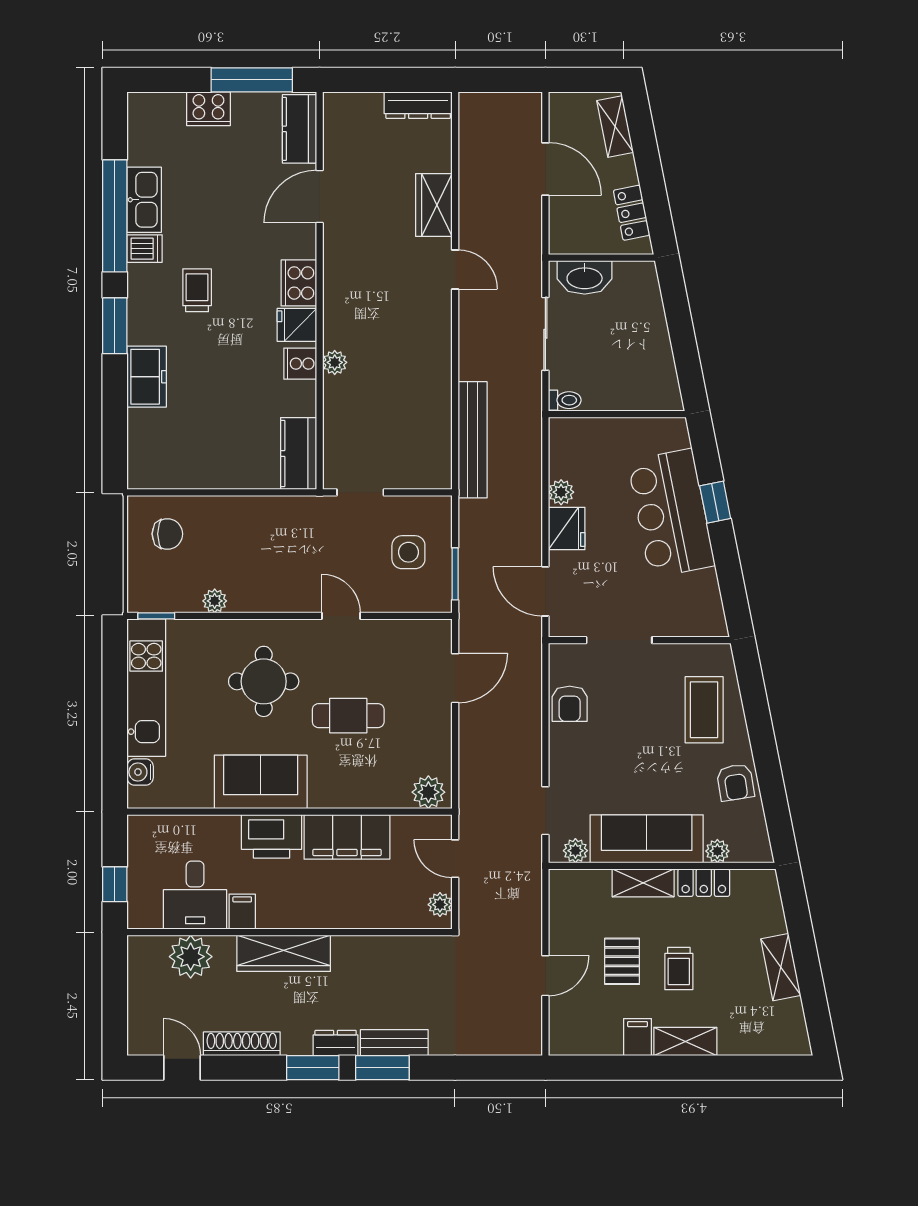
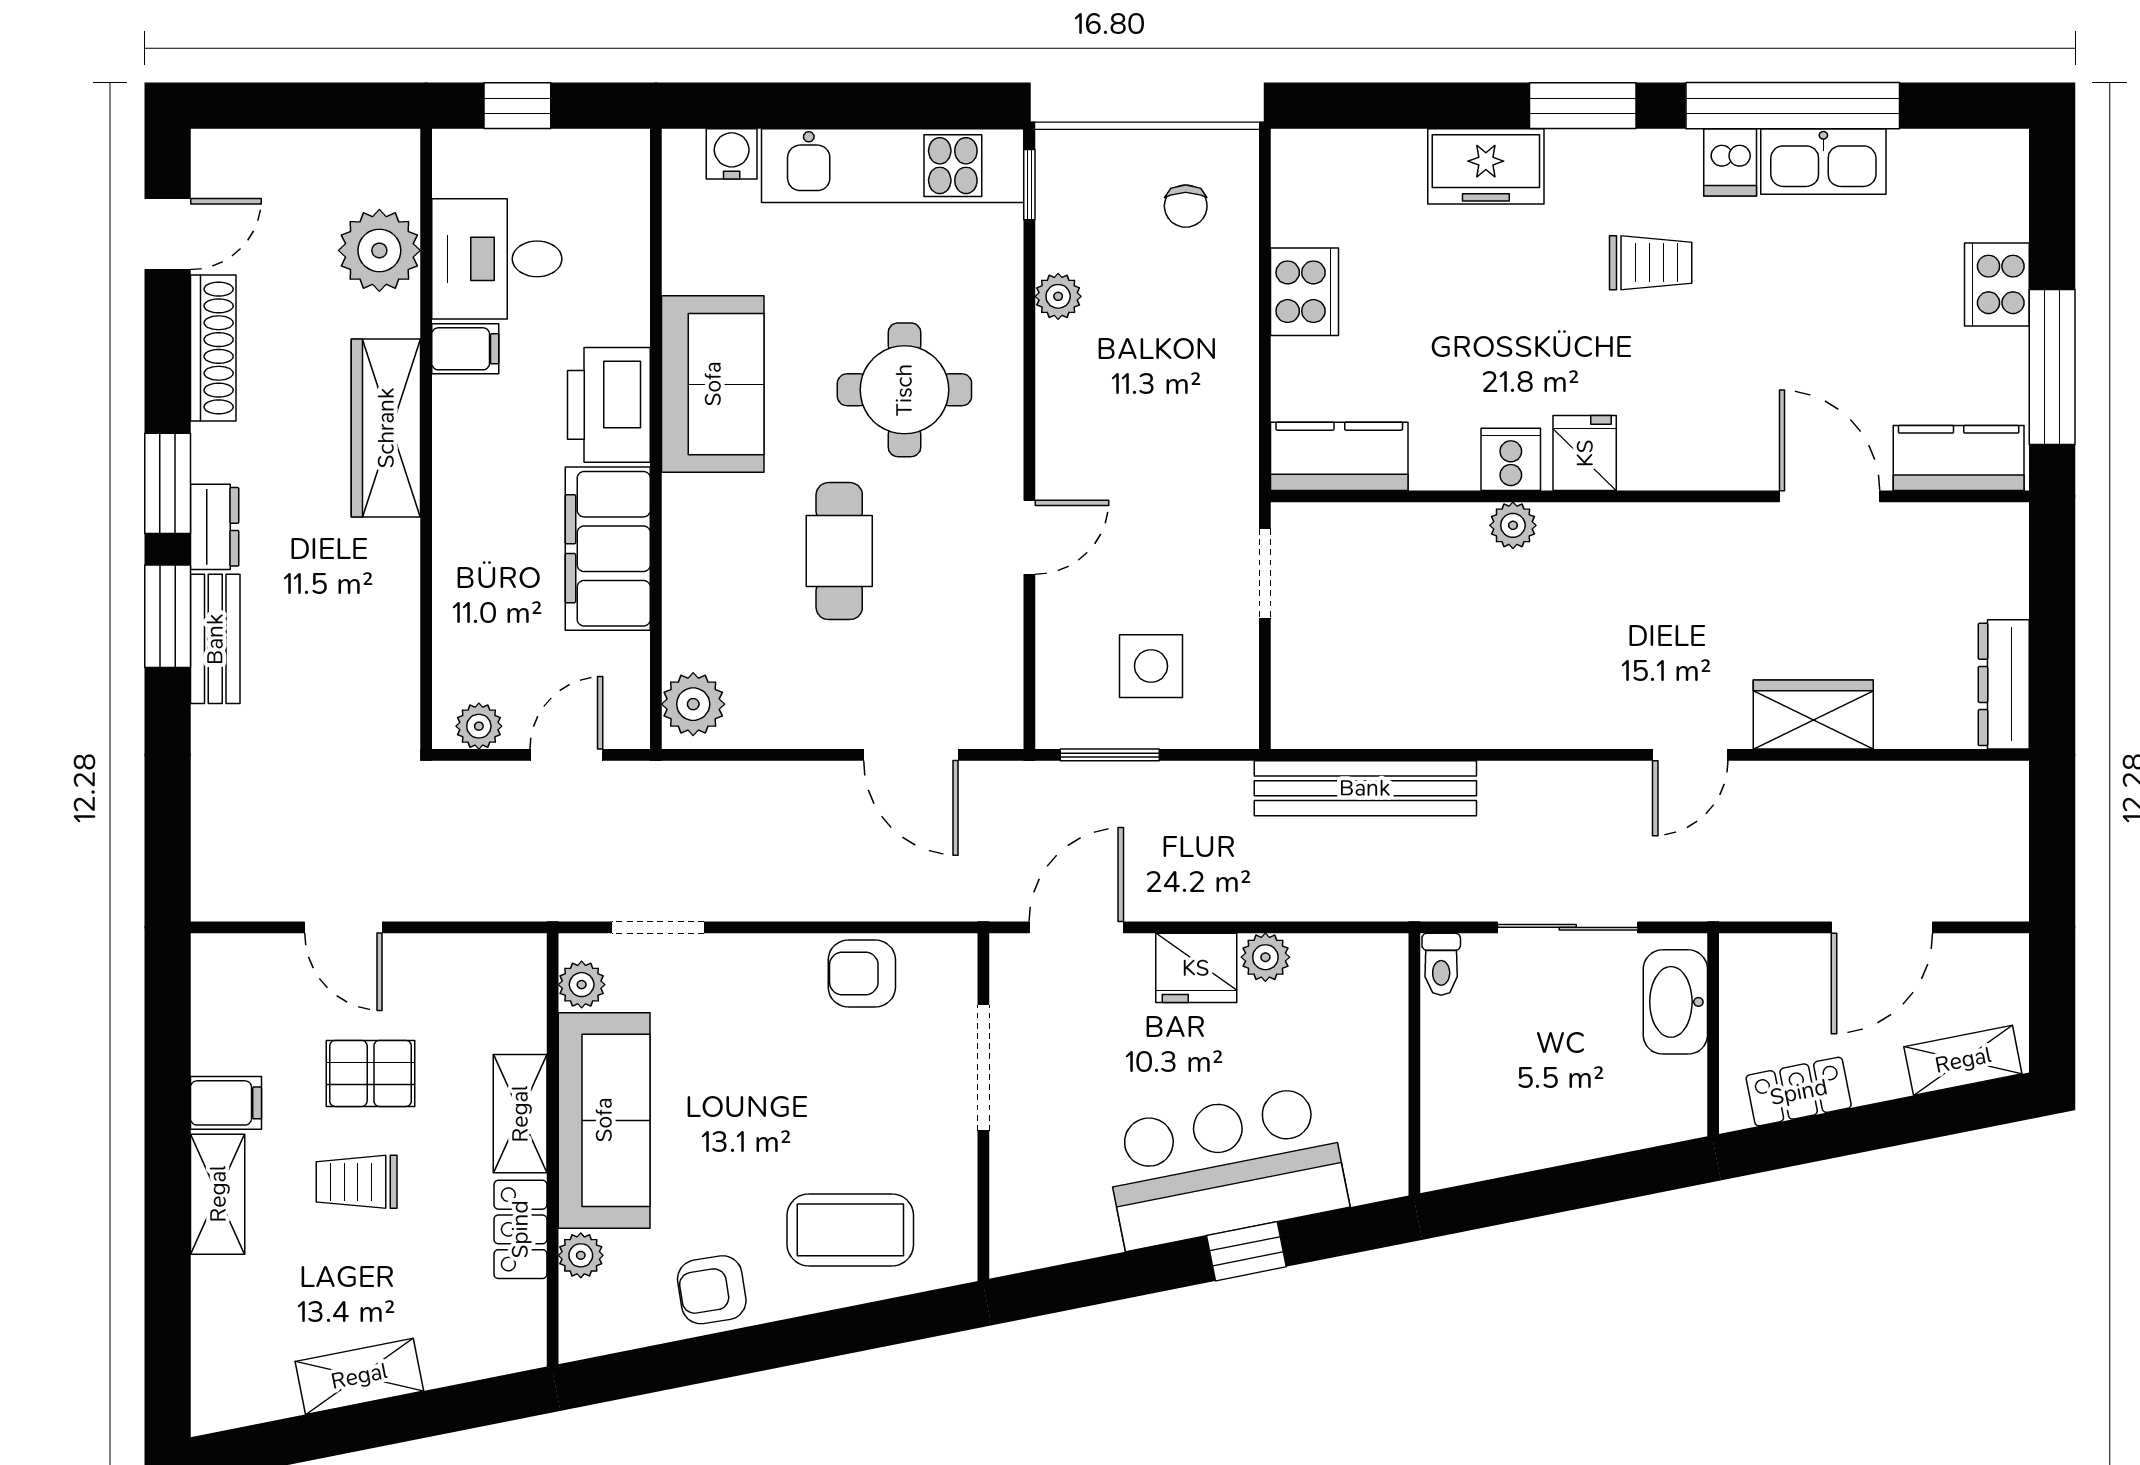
cooker: (299, 283) -> (1305, 292), moved, turned 90
chair: (167, 534) -> (1186, 206), width x0.73, depth x0.73

